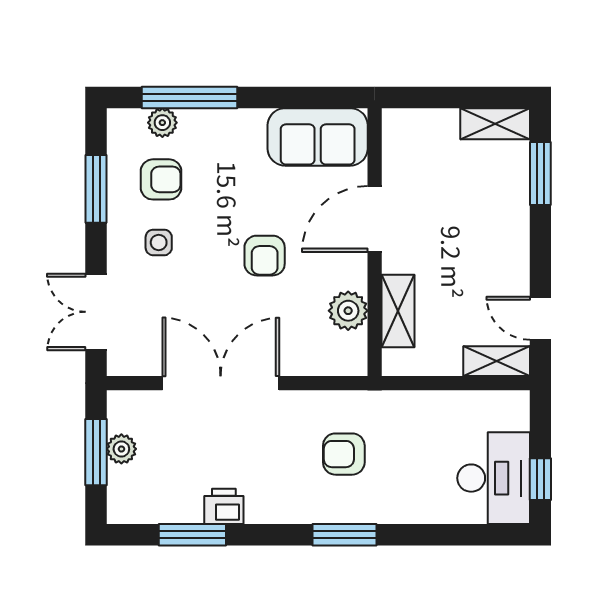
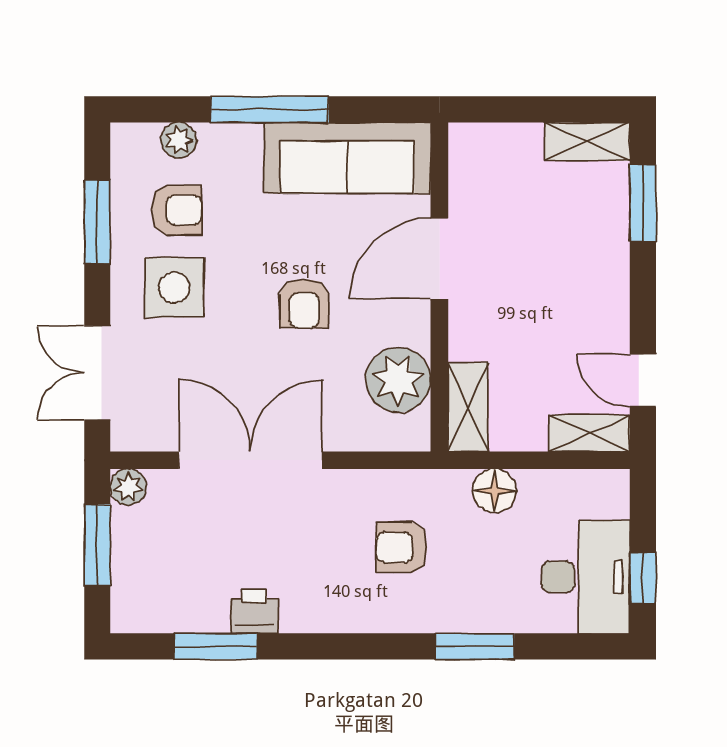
window: (189, 97) -> (270, 109), moved
sofa: (318, 137) -> (347, 158), width x1.36
side table: (159, 242) -> (174, 287), width x1.87, depth x1.87
plant: (348, 311) -> (398, 380), width x1.36, depth x1.36
shelving: (398, 311) -> (468, 407), moved
floor lamp: (420, 408) -> (494, 491), added
plant: (121, 449) -> (128, 487), moved
window: (345, 535) -> (475, 646), moved

